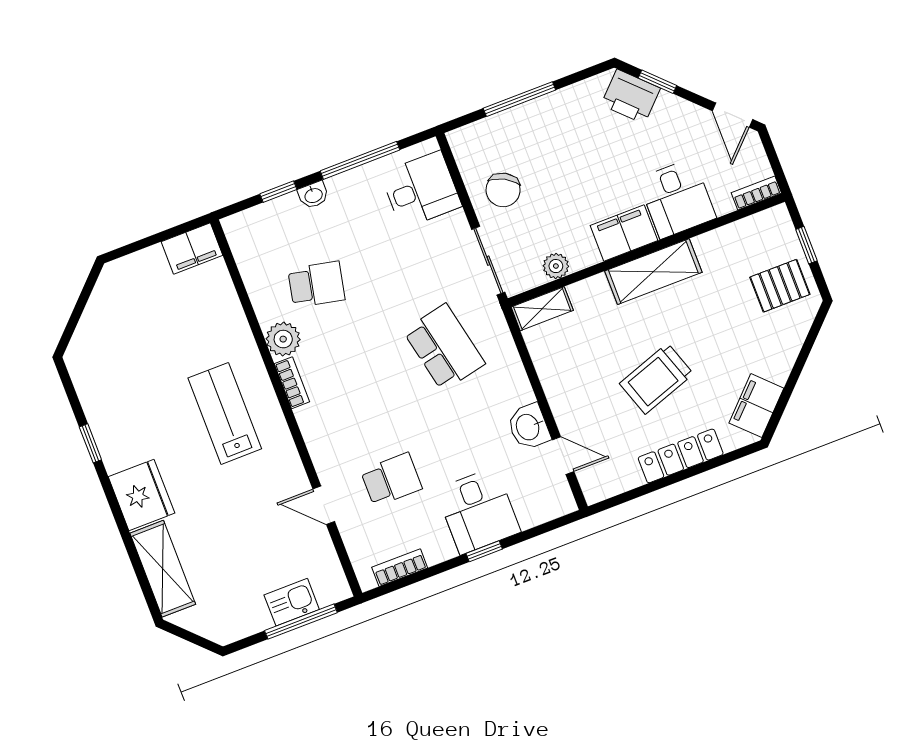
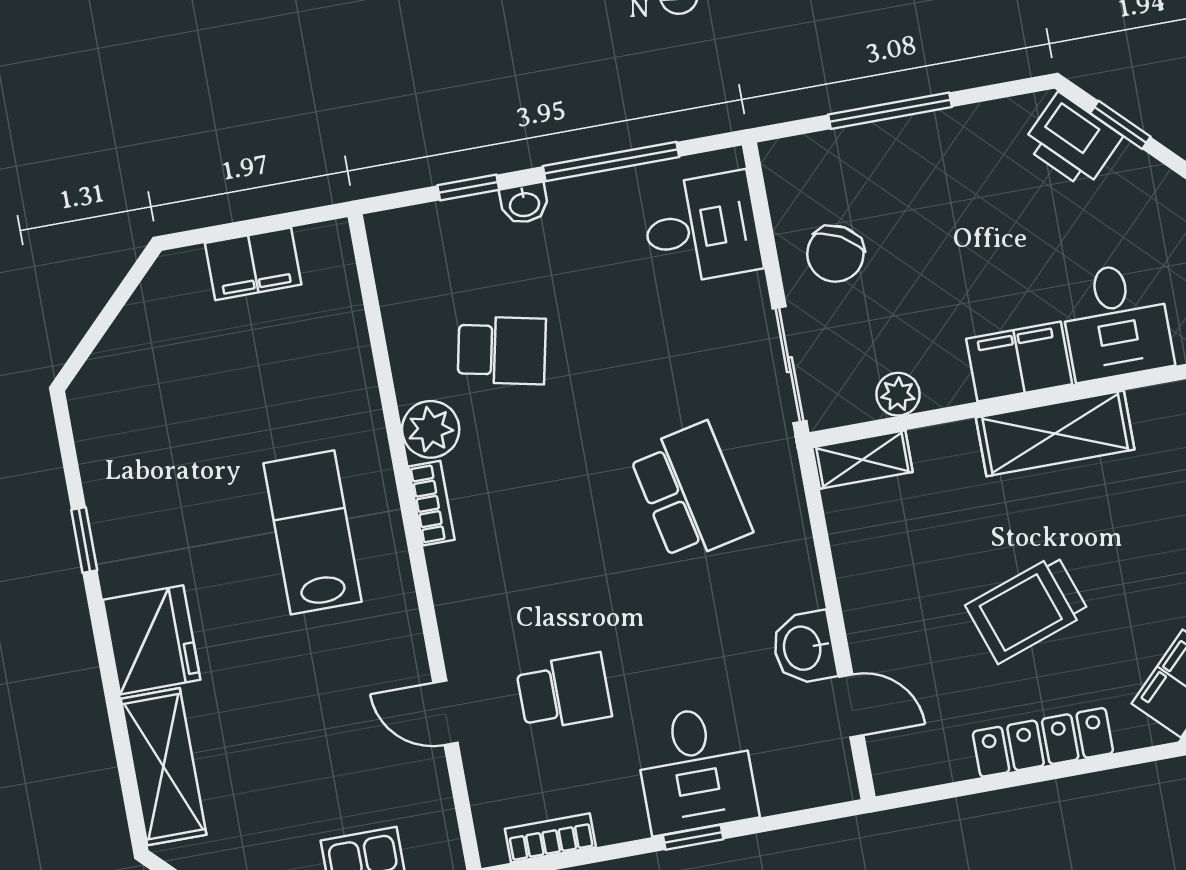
filing cabinet: (192, 249) -> (253, 264), moved

